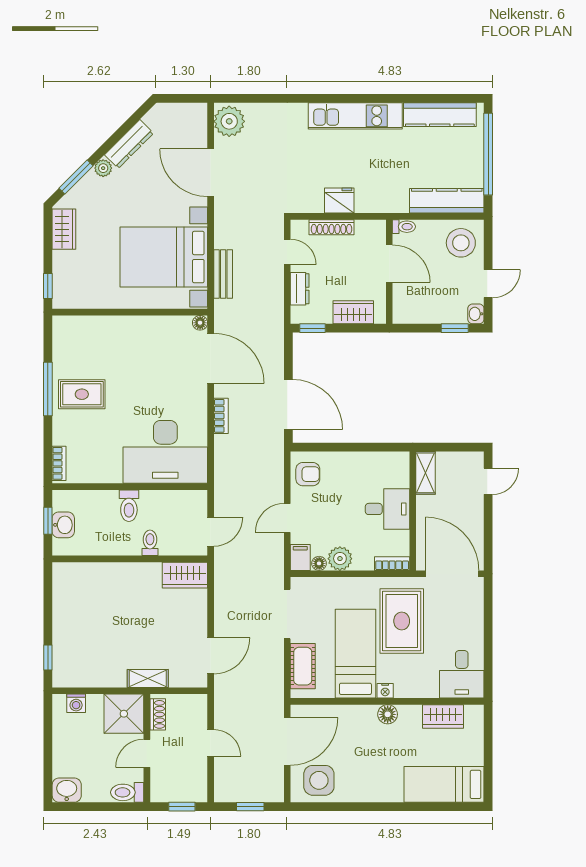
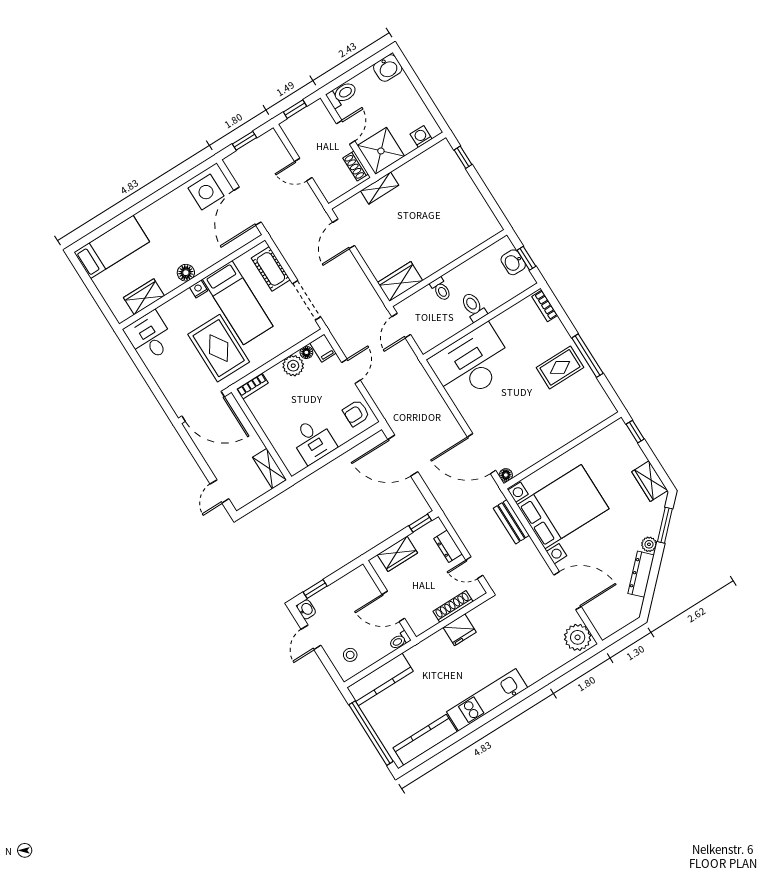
stool: (461, 243) -> (350, 655), width x0.53, depth x0.53
bookcase: (221, 416) -> (447, 416), removed
desk: (387, 509) -> (313, 441), moved, turned -90

